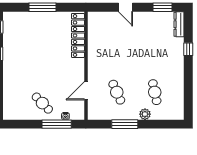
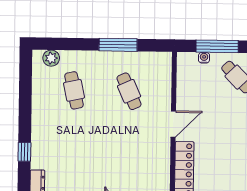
door: (86, 91) -> (173, 124), moved
plant: (145, 114) -> (51, 58), moved

